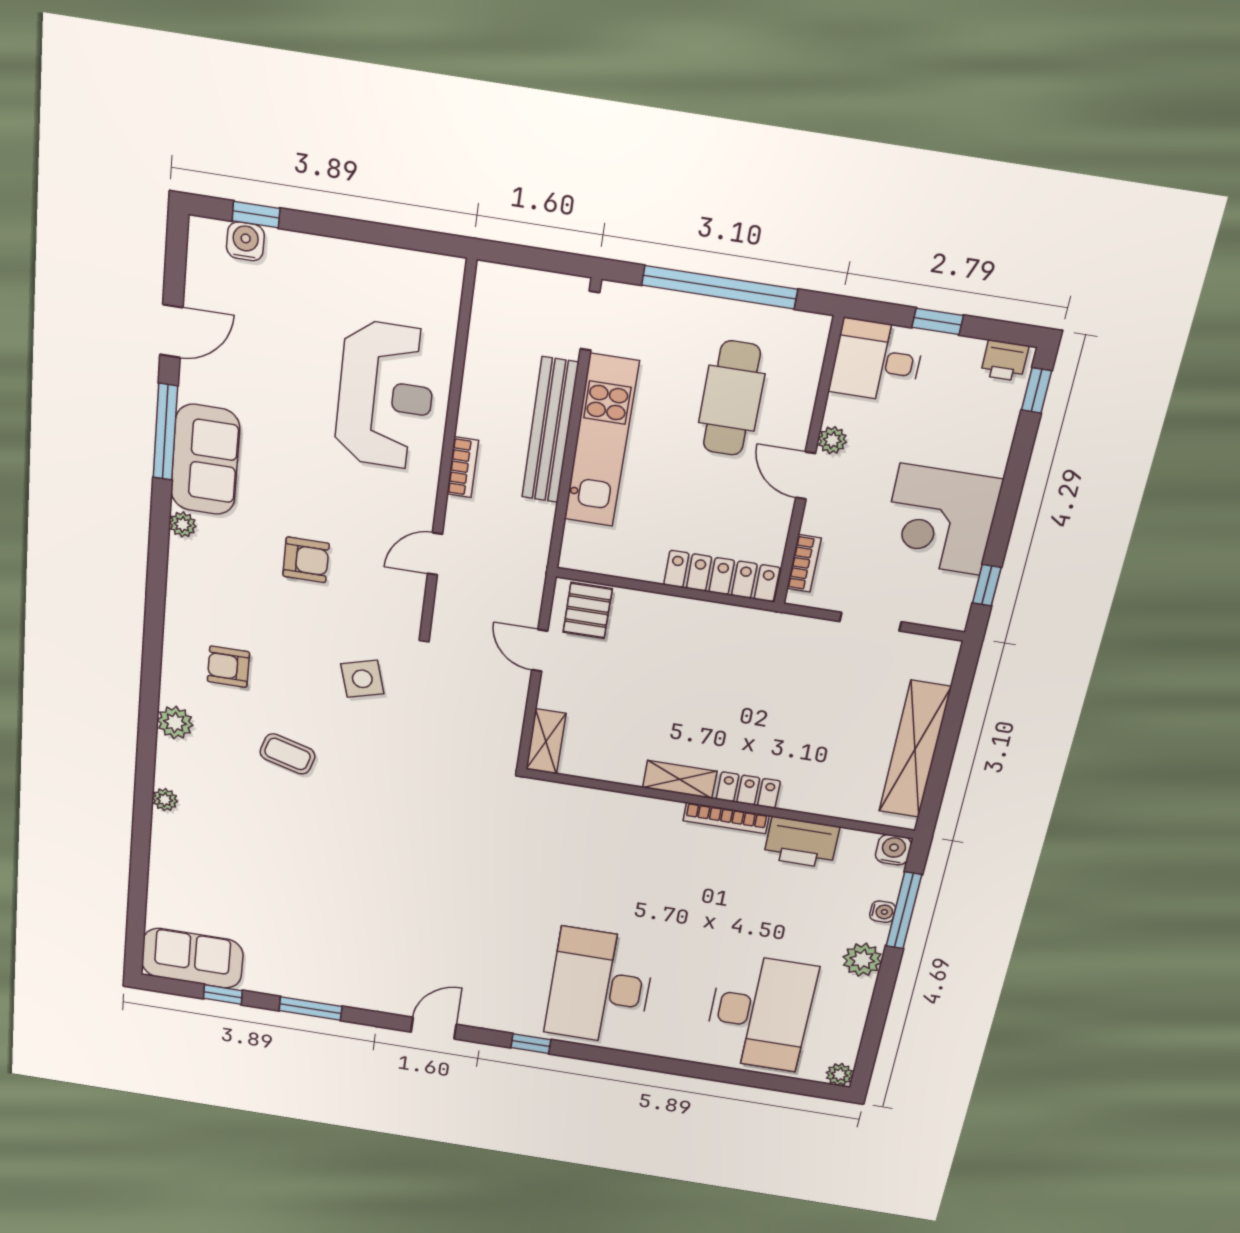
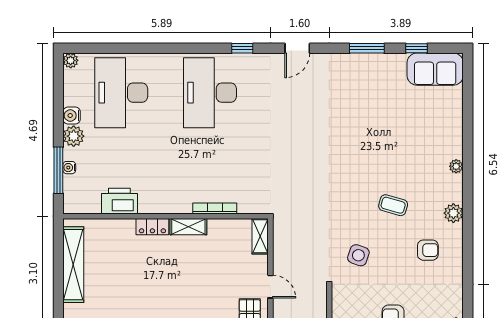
side table: (362, 679) -> (358, 255), turned 35
bookcase: (726, 818) -> (215, 208), moved
water cooler: (893, 850) -> (72, 115), moved, turned 90
desk: (600, 987) -> (210, 93), turned 180

